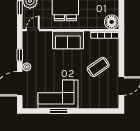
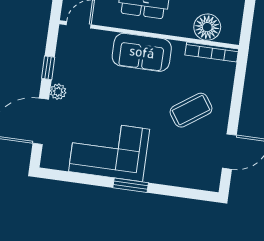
floor lamp: (112, 22) -> (207, 27), moved
window: (58, 111) -> (131, 185), moved

